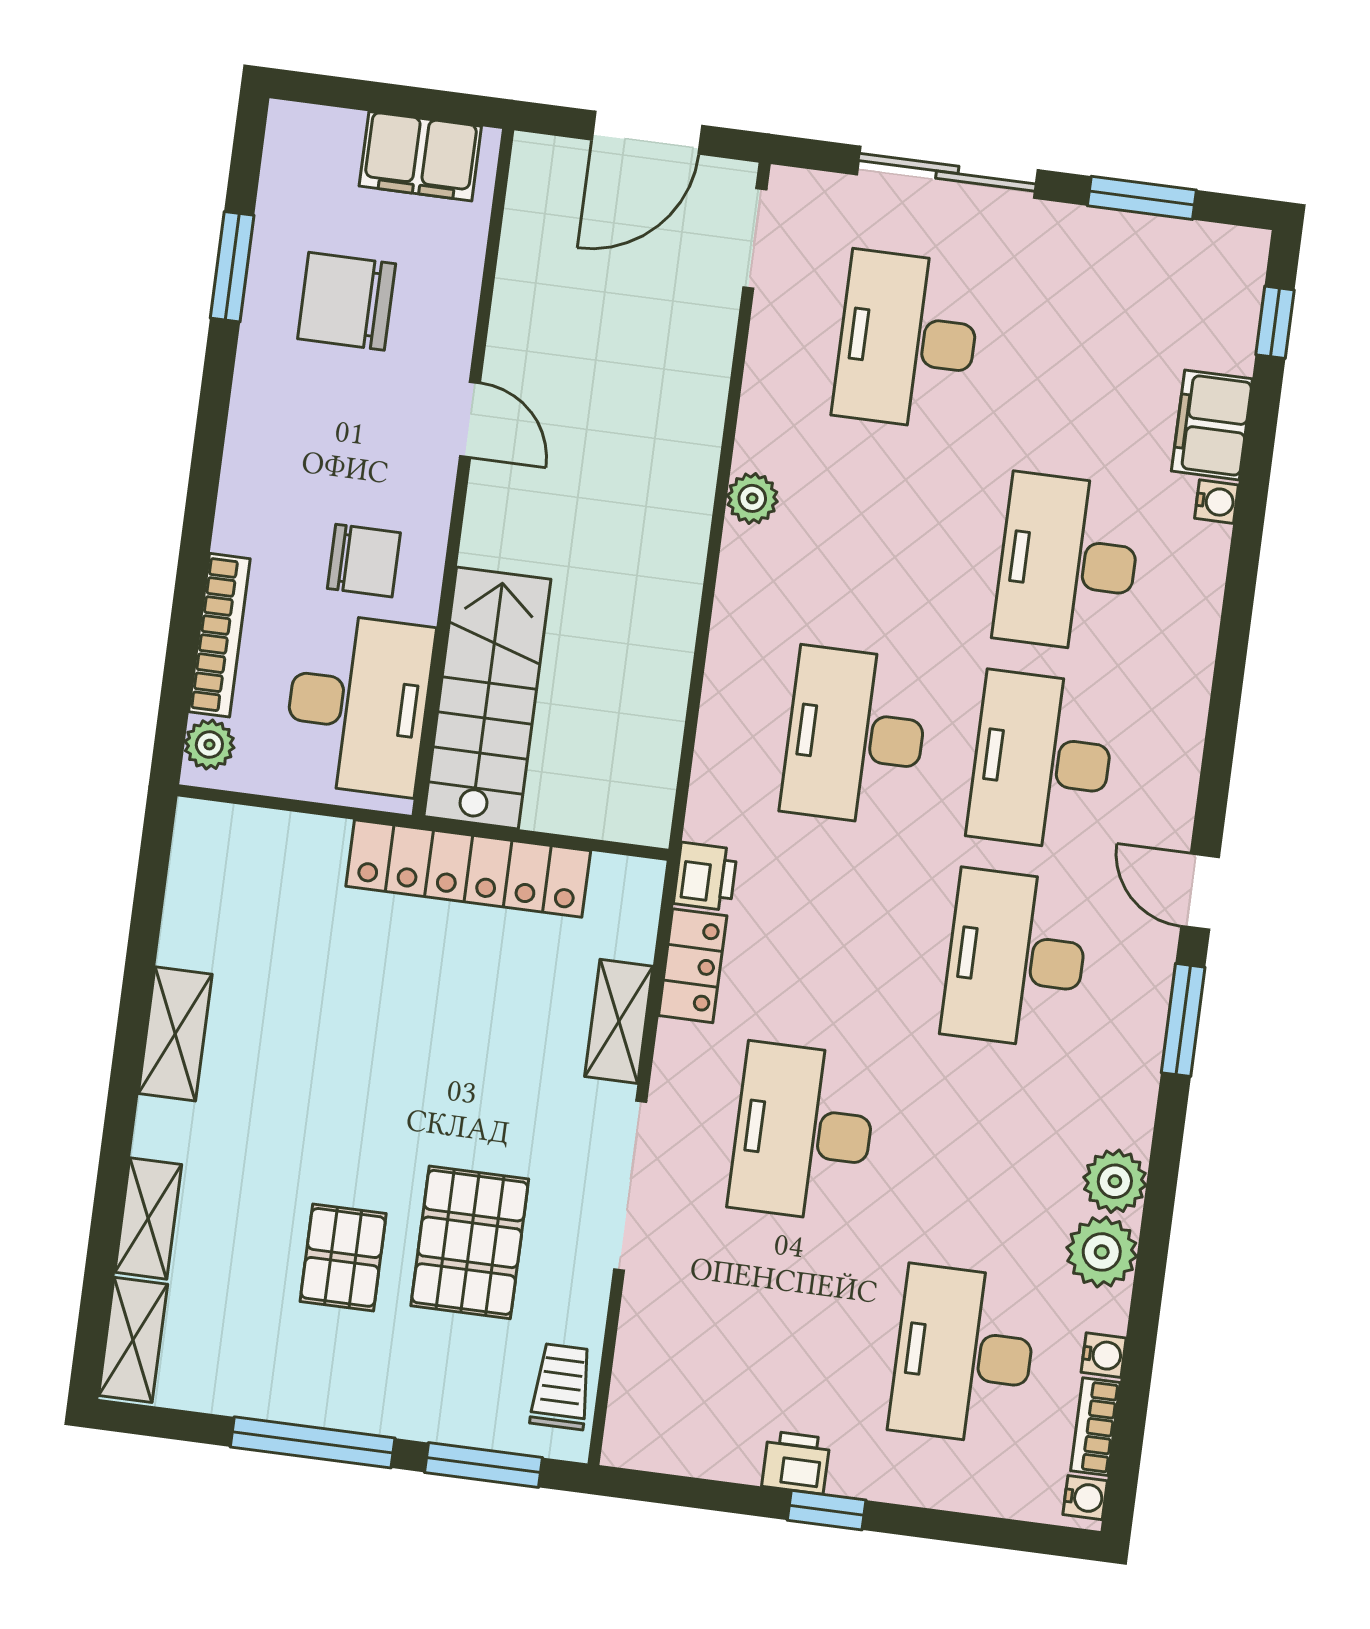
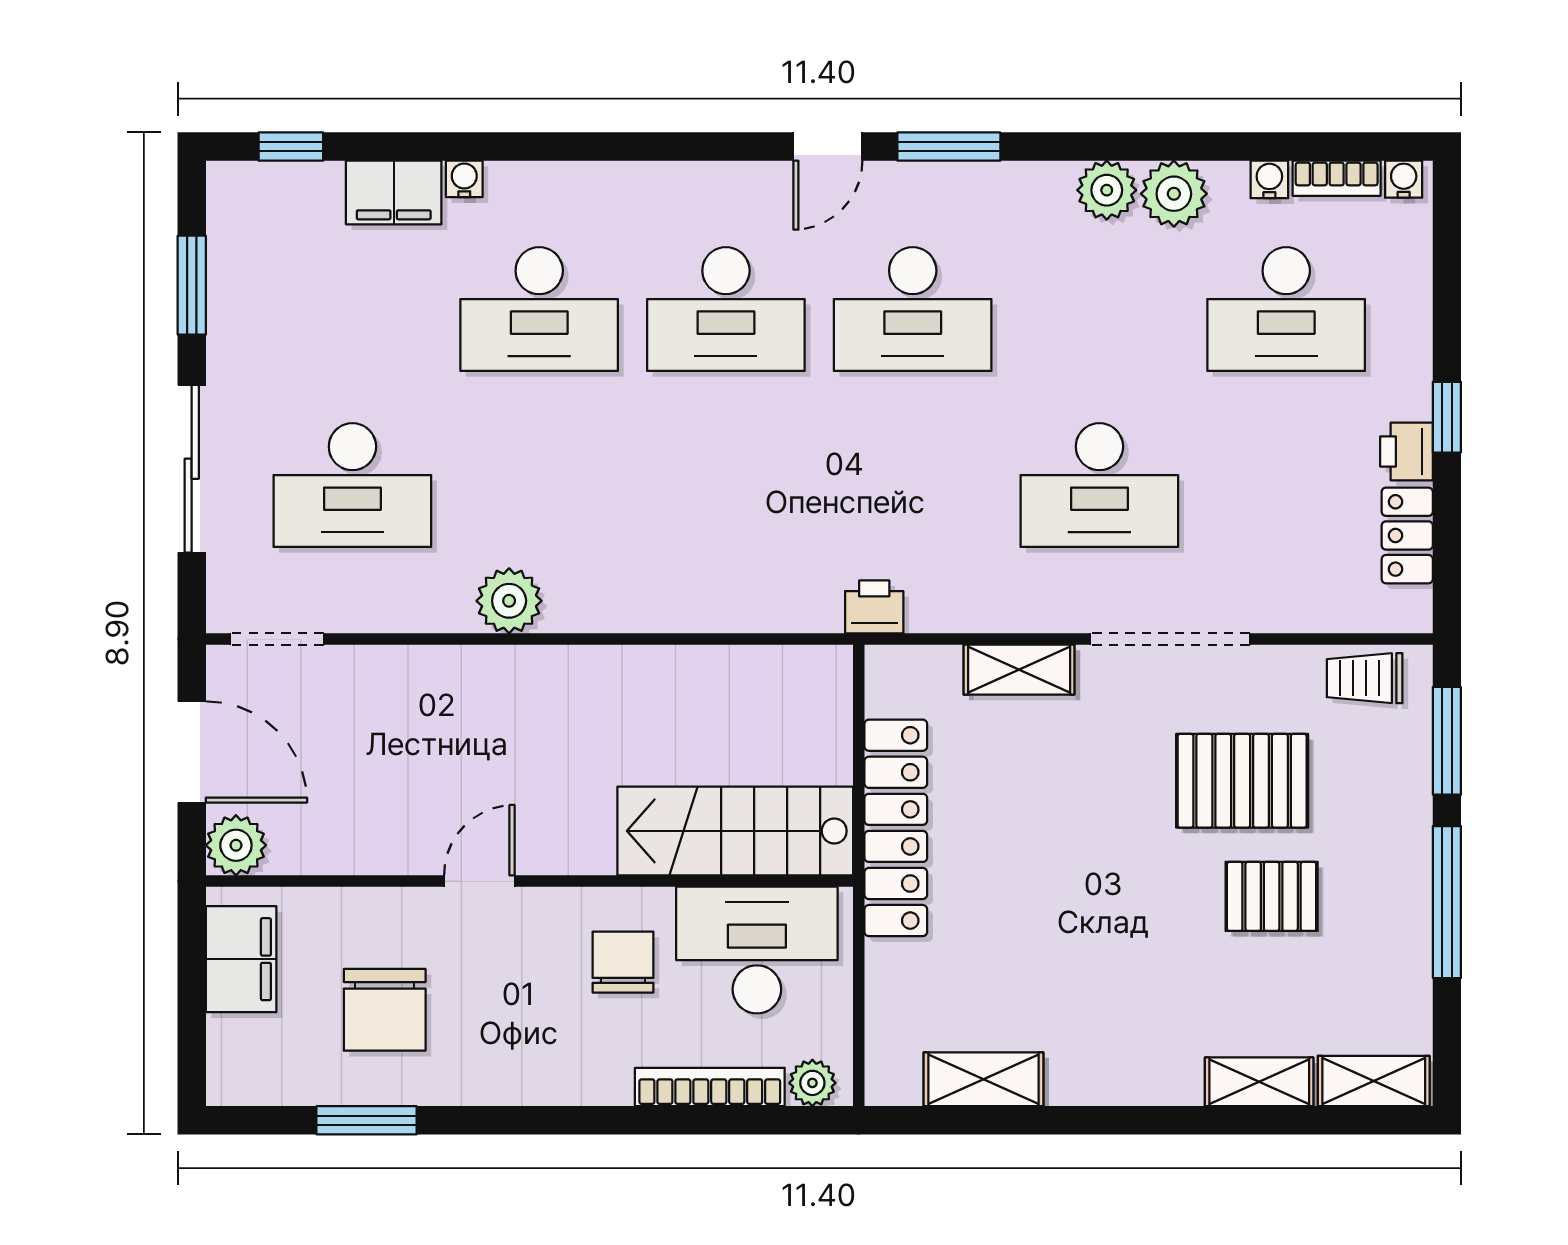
plant: (542, 167) -> (236, 845), added
plant: (752, 498) -> (509, 601), width x1.38, depth x1.38
desk: (855, 736) -> (726, 485), removed
locker: (693, 966) -> (1407, 535), moved, turned -90
shelving: (175, 1034) -> (983, 1079), moved

